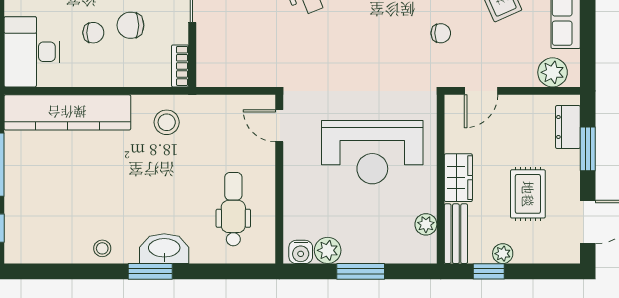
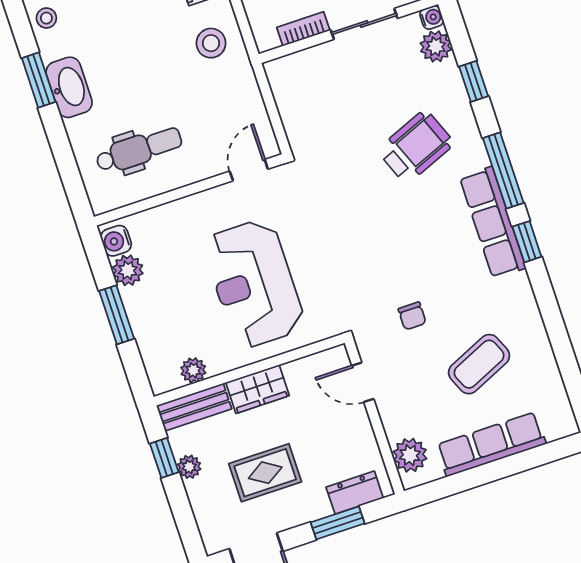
bookcase: (180, 66) -> (303, 29), moved

